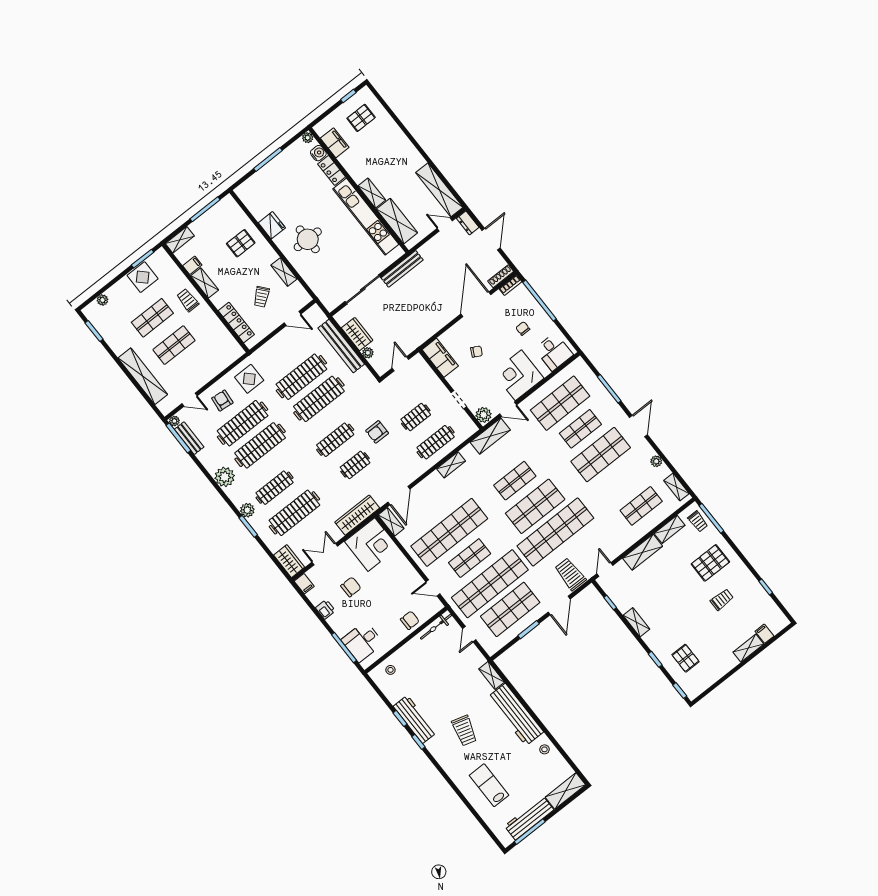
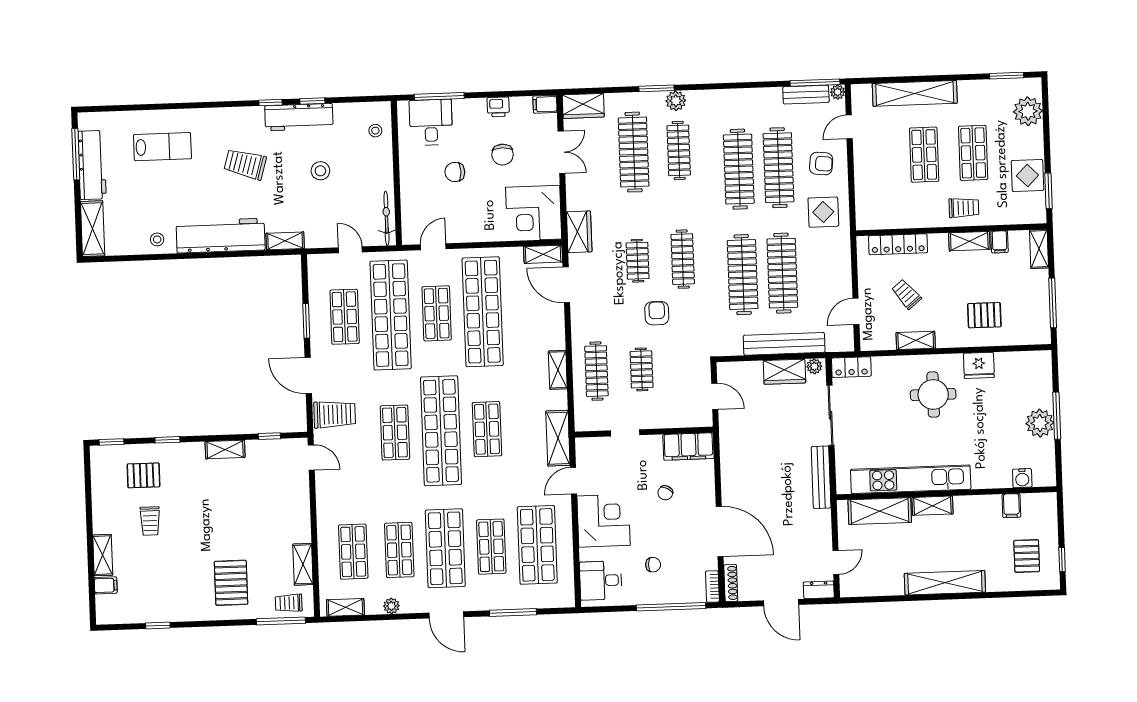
plant: (308, 138) -> (1040, 423), moved, width x1.88, depth x1.88
filing cabinet: (335, 143) -> (1011, 506), width x0.50
locker: (332, 170) -> (851, 367), moved, turned 180
shelving: (439, 190) -> (945, 583), moved
pallet: (241, 243) -> (984, 315), turned 90
plant: (103, 300) -> (1028, 111), width x1.88, depth x1.88
plant: (368, 353) -> (814, 366), moved
plant: (484, 415) -> (588, 448), removed
plant: (225, 477) -> (732, 103), removed
shop shelf: (621, 480) -> (399, 550), added
shop shelf: (535, 506) -> (441, 431), width x1.40
wardrobe: (357, 515) -> (579, 232), width x0.67
shop shelf: (555, 532) -> (395, 433), width x0.50, depth x0.74
shelving: (643, 552) -> (299, 515), removed
trolley: (722, 600) -> (150, 521), moved
shop shelf: (510, 609) -> (345, 317), width x0.70, depth x0.74
chair: (410, 620) -> (455, 172), moved, turned 90
stool: (437, 685) -> (320, 171), added

